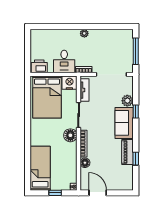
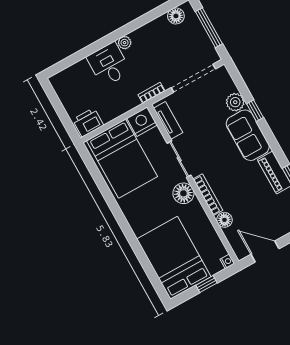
floor lamp: (121, 34) -> (176, 16), added
desk: (64, 61) -> (109, 64), moved, turned 180
bed: (40, 168) -> (174, 258), width x1.50

